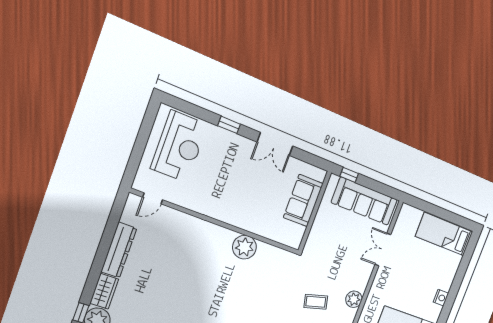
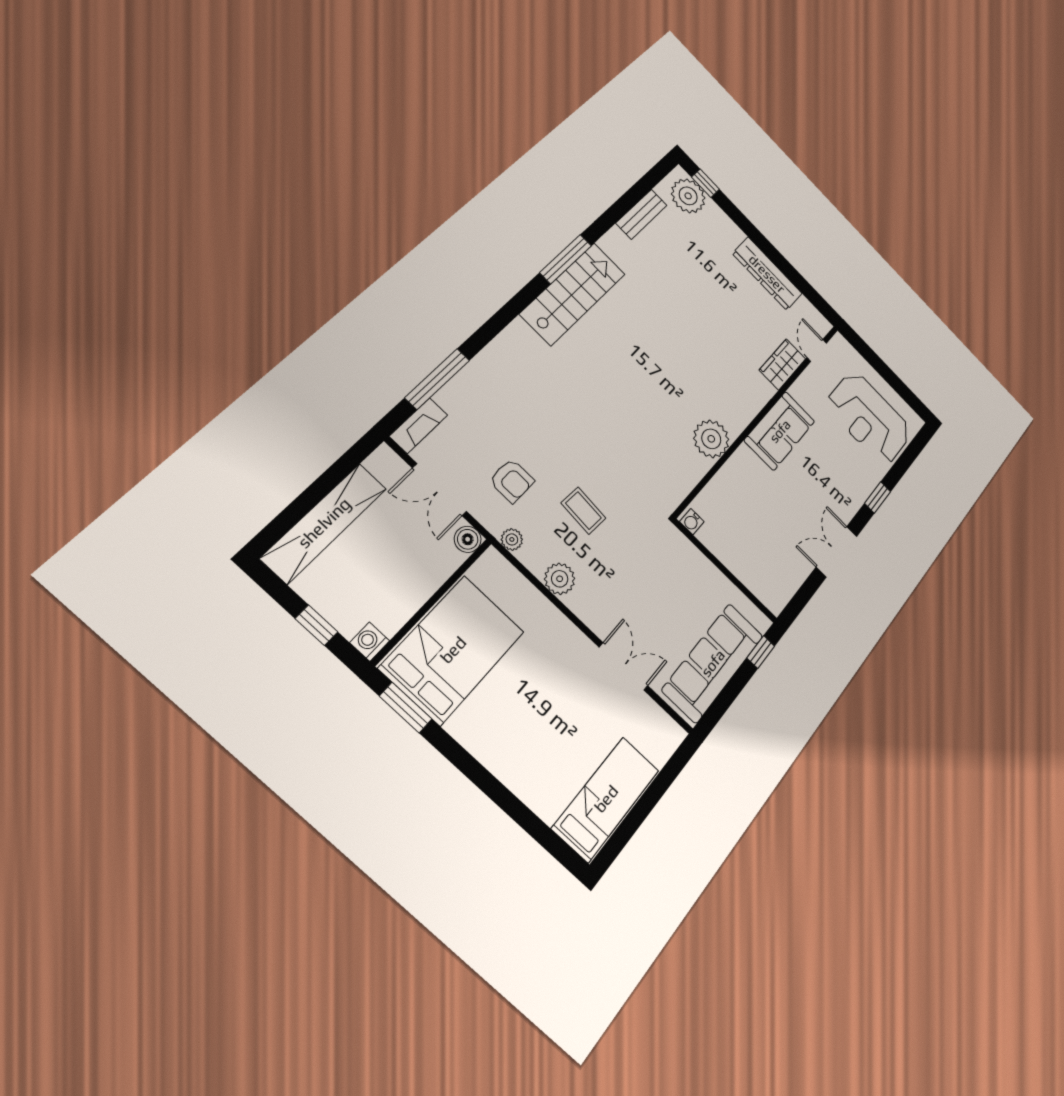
sofa: (303, 200) -> (780, 431), moved, turned 90
water cooler: (296, 241) -> (692, 522), added
wardrobe: (104, 291) -> (783, 364), moved, turned 90
nightstand: (441, 298) -> (489, 753), removed
coffee table: (316, 302) -> (583, 511), turned -72

